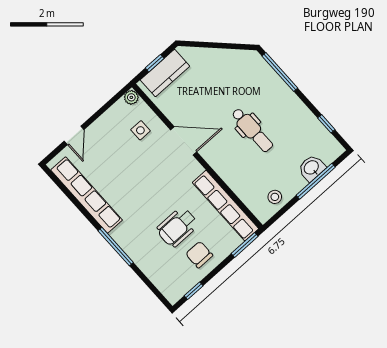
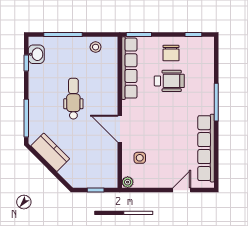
kitchen counter: (165, 73) -> (50, 152), moved, turned 45
washbasin: (312, 168) -> (36, 54), moved, turned -90

